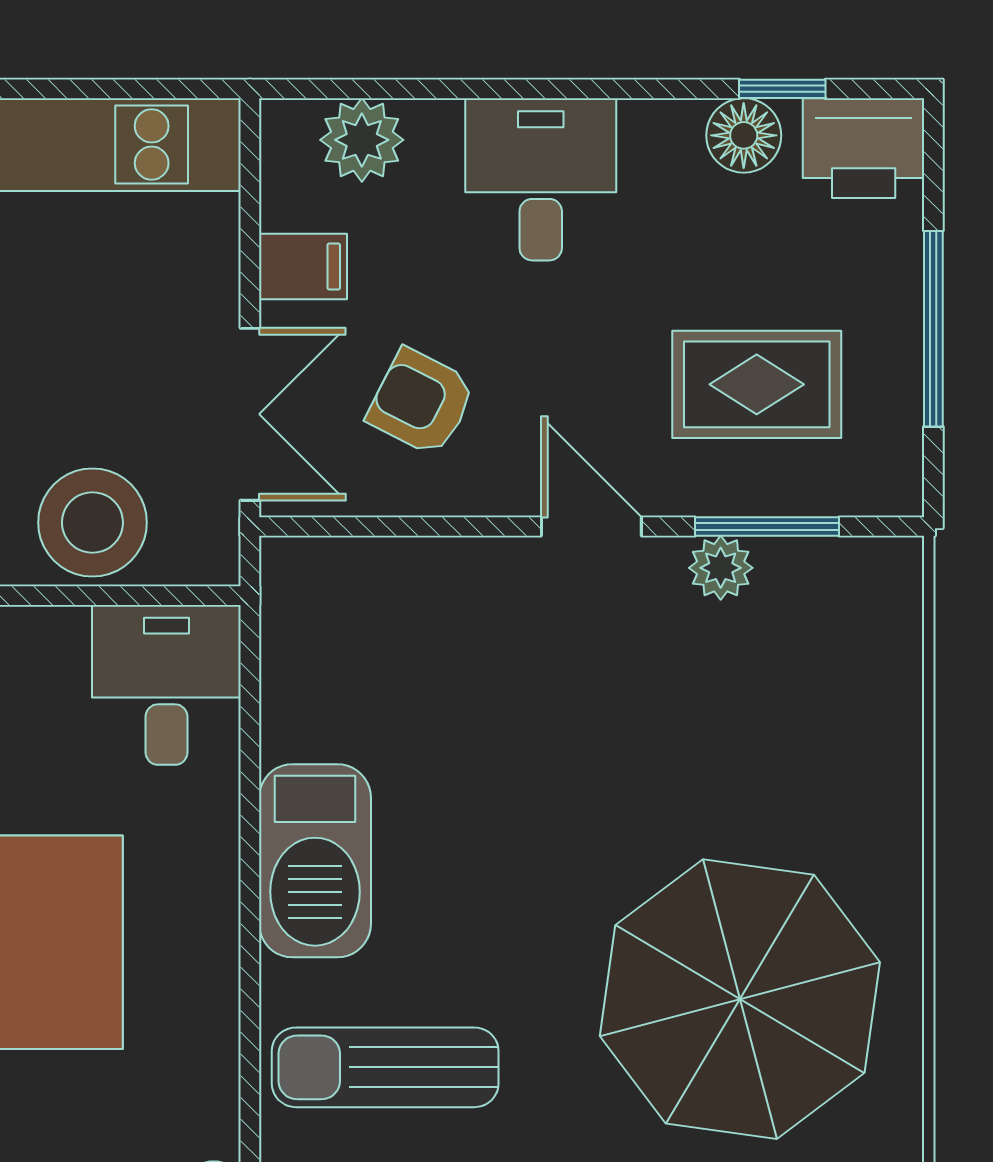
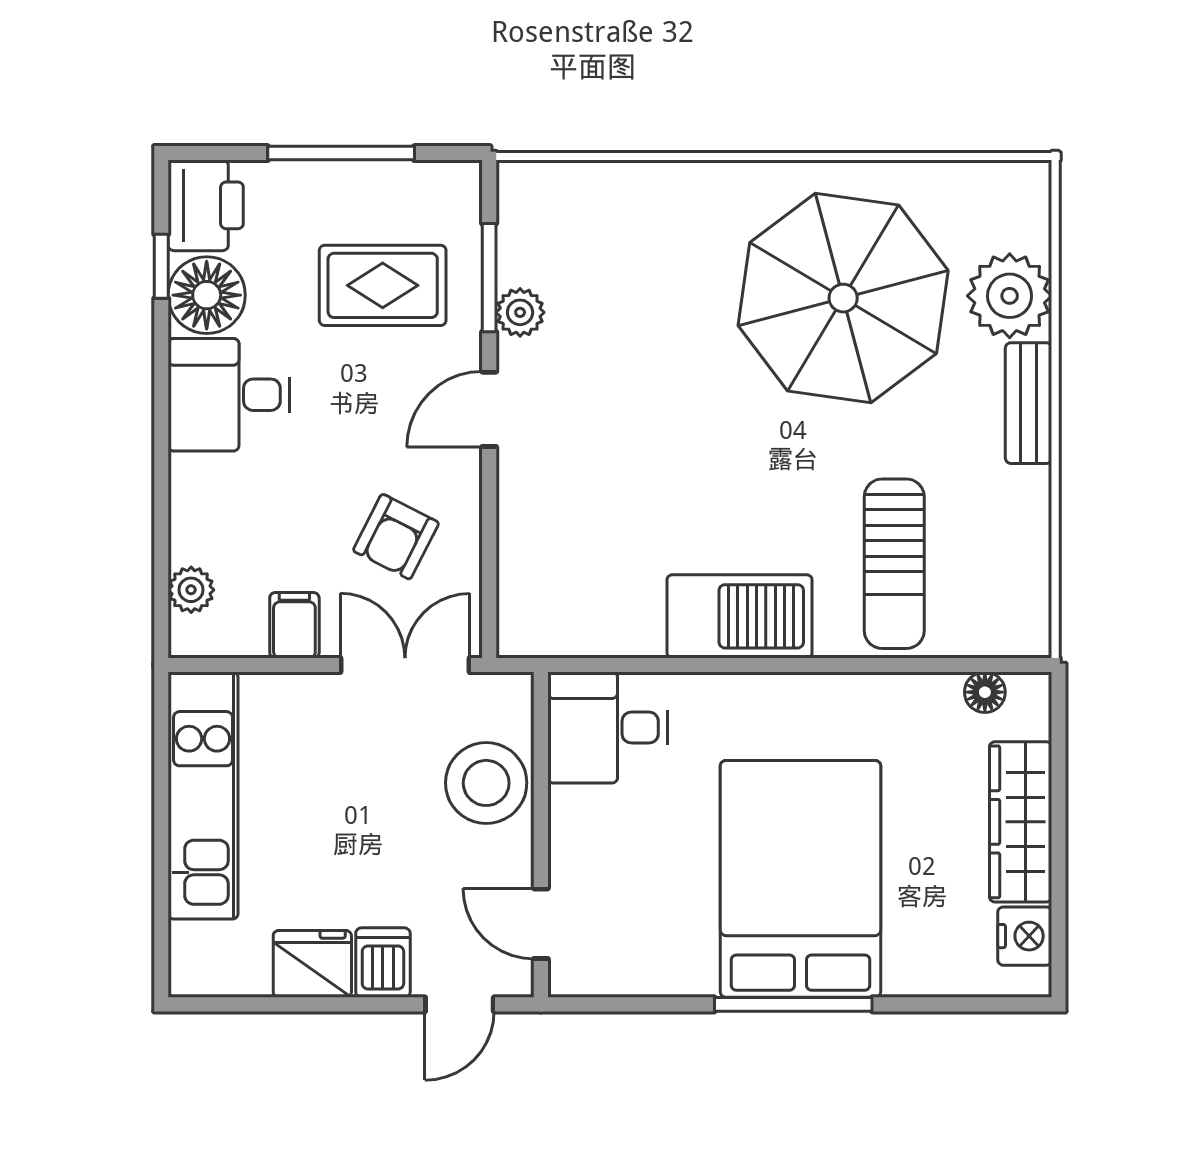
floor lamp: (744, 135) -> (207, 295), width x1.38, depth x1.38
plant: (362, 140) -> (191, 590), width x0.73, depth x0.73
desk: (541, 179) -> (229, 395), moved
rug: (757, 384) -> (383, 285), turned 90

